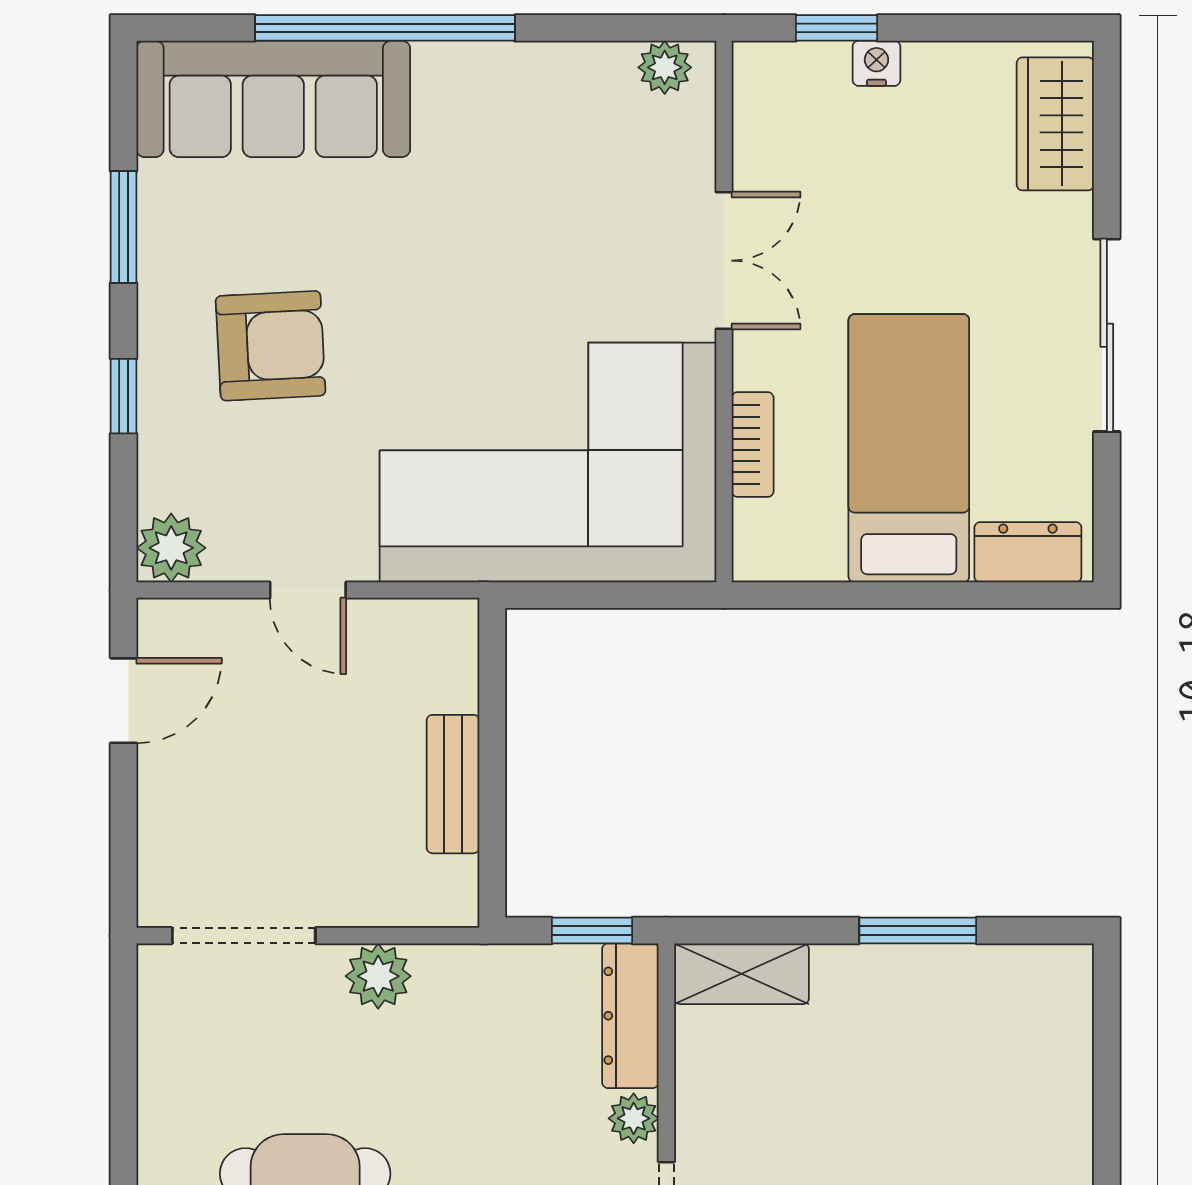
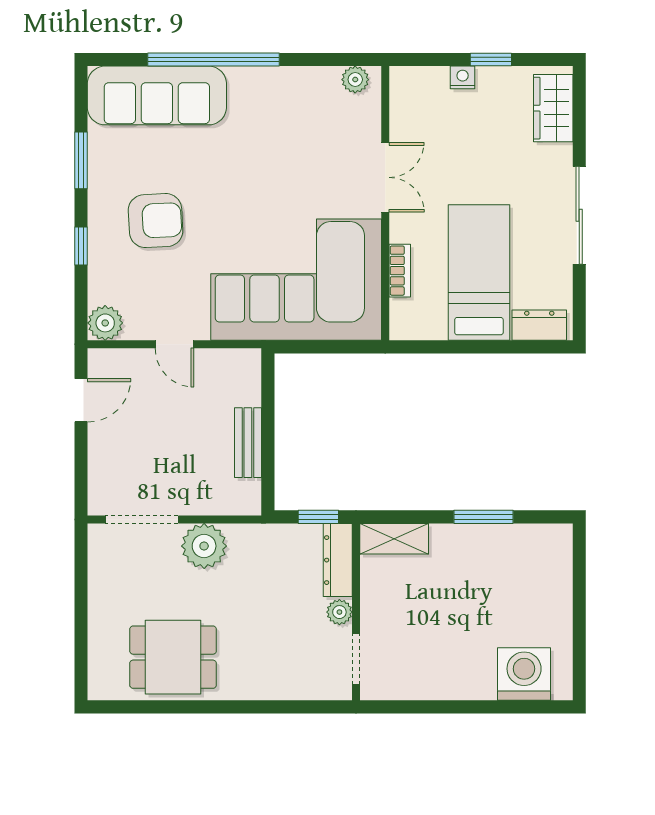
window: (837, 28) -> (491, 60), moved
plant: (378, 976) -> (204, 546), width x1.36, depth x1.36

